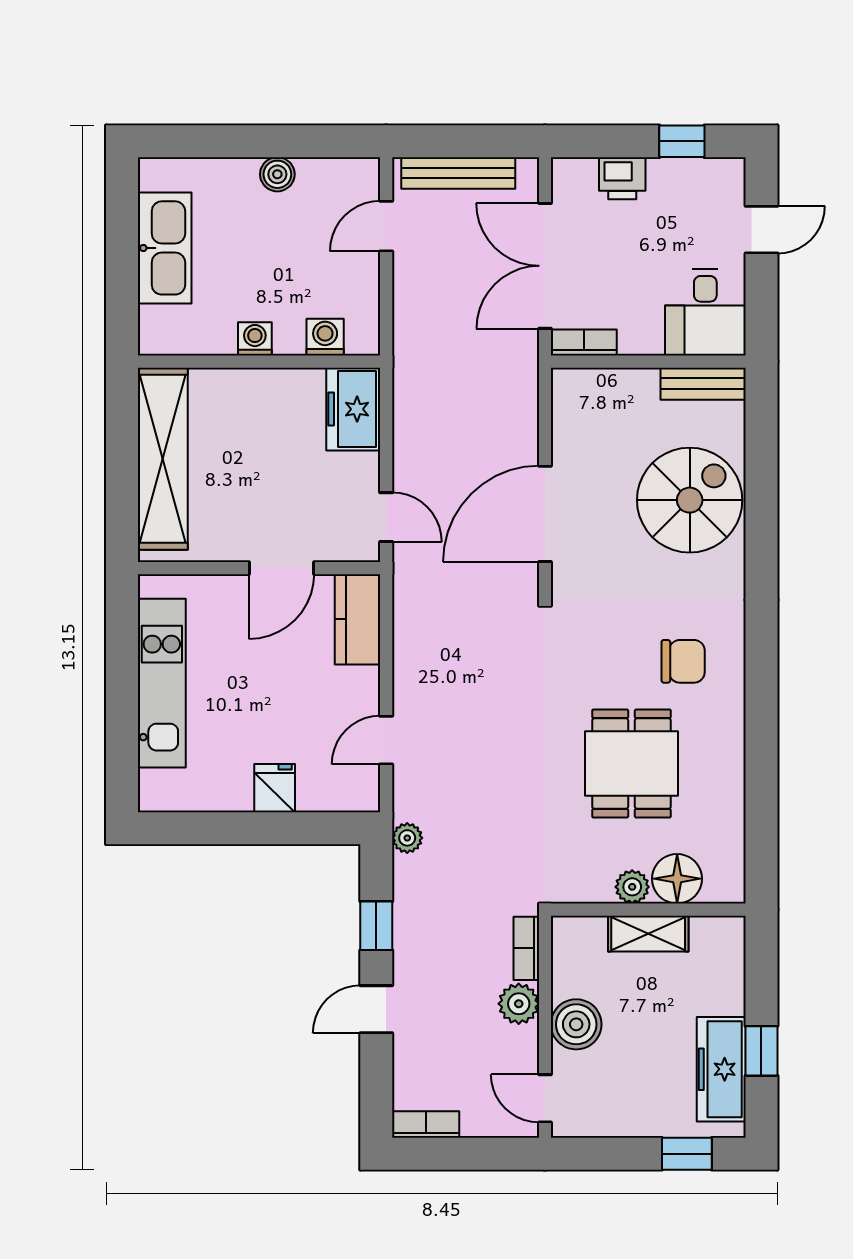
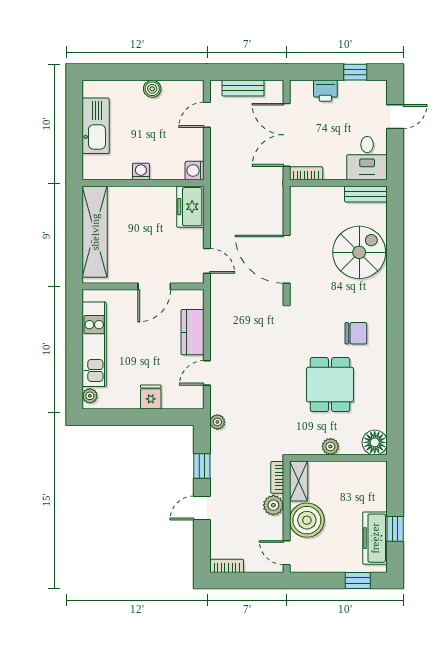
bench: (458, 173) -> (243, 88), width x0.73
washing machine: (325, 337) -> (195, 171), moved, turned -90
door: (545, 514) -> (287, 259), hinge flipped
kitchen counter: (358, 619) -> (192, 332), moved
plant: (153, 786) -> (90, 396), added
floor lamp: (677, 879) -> (375, 442), moved
shelving: (648, 934) -> (299, 481), moved, turned 90
boiler: (576, 1024) -> (307, 520), width x1.37, depth x1.37

